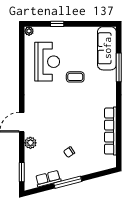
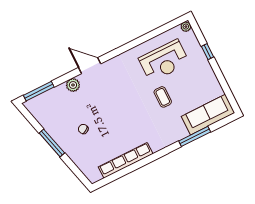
window: (22, 172) -> (39, 91), width x1.44
row of seats: (48, 179) -> (46, 121), removed

